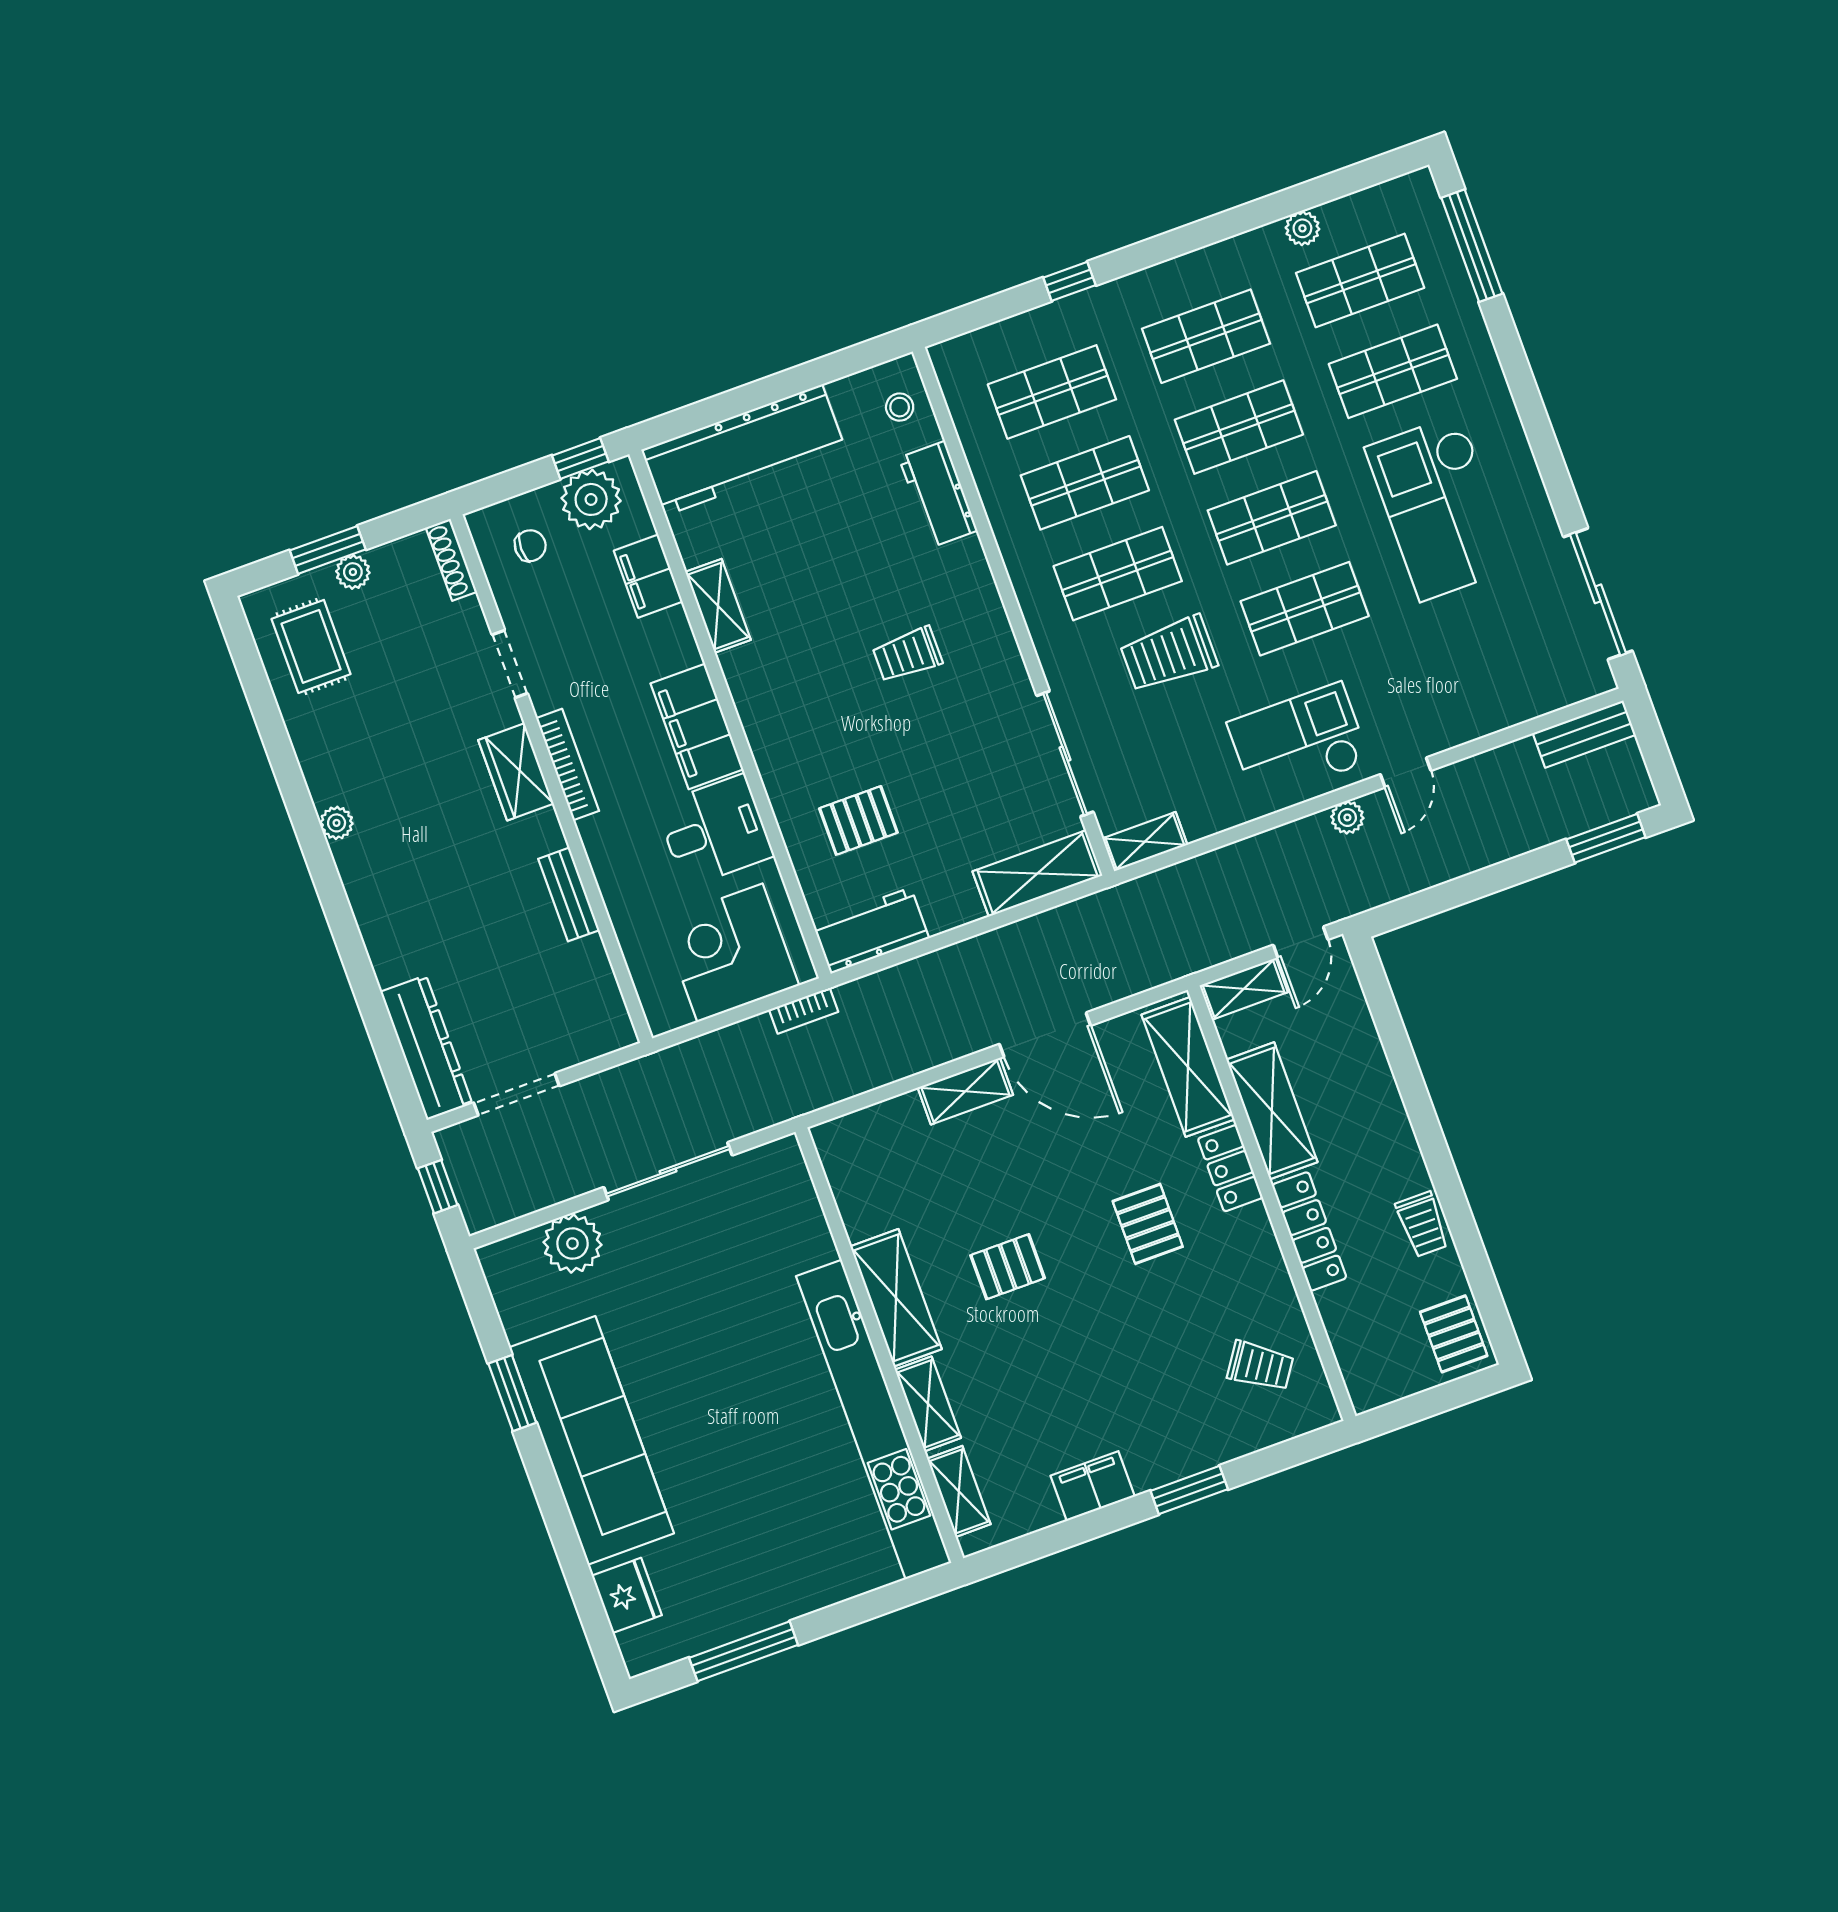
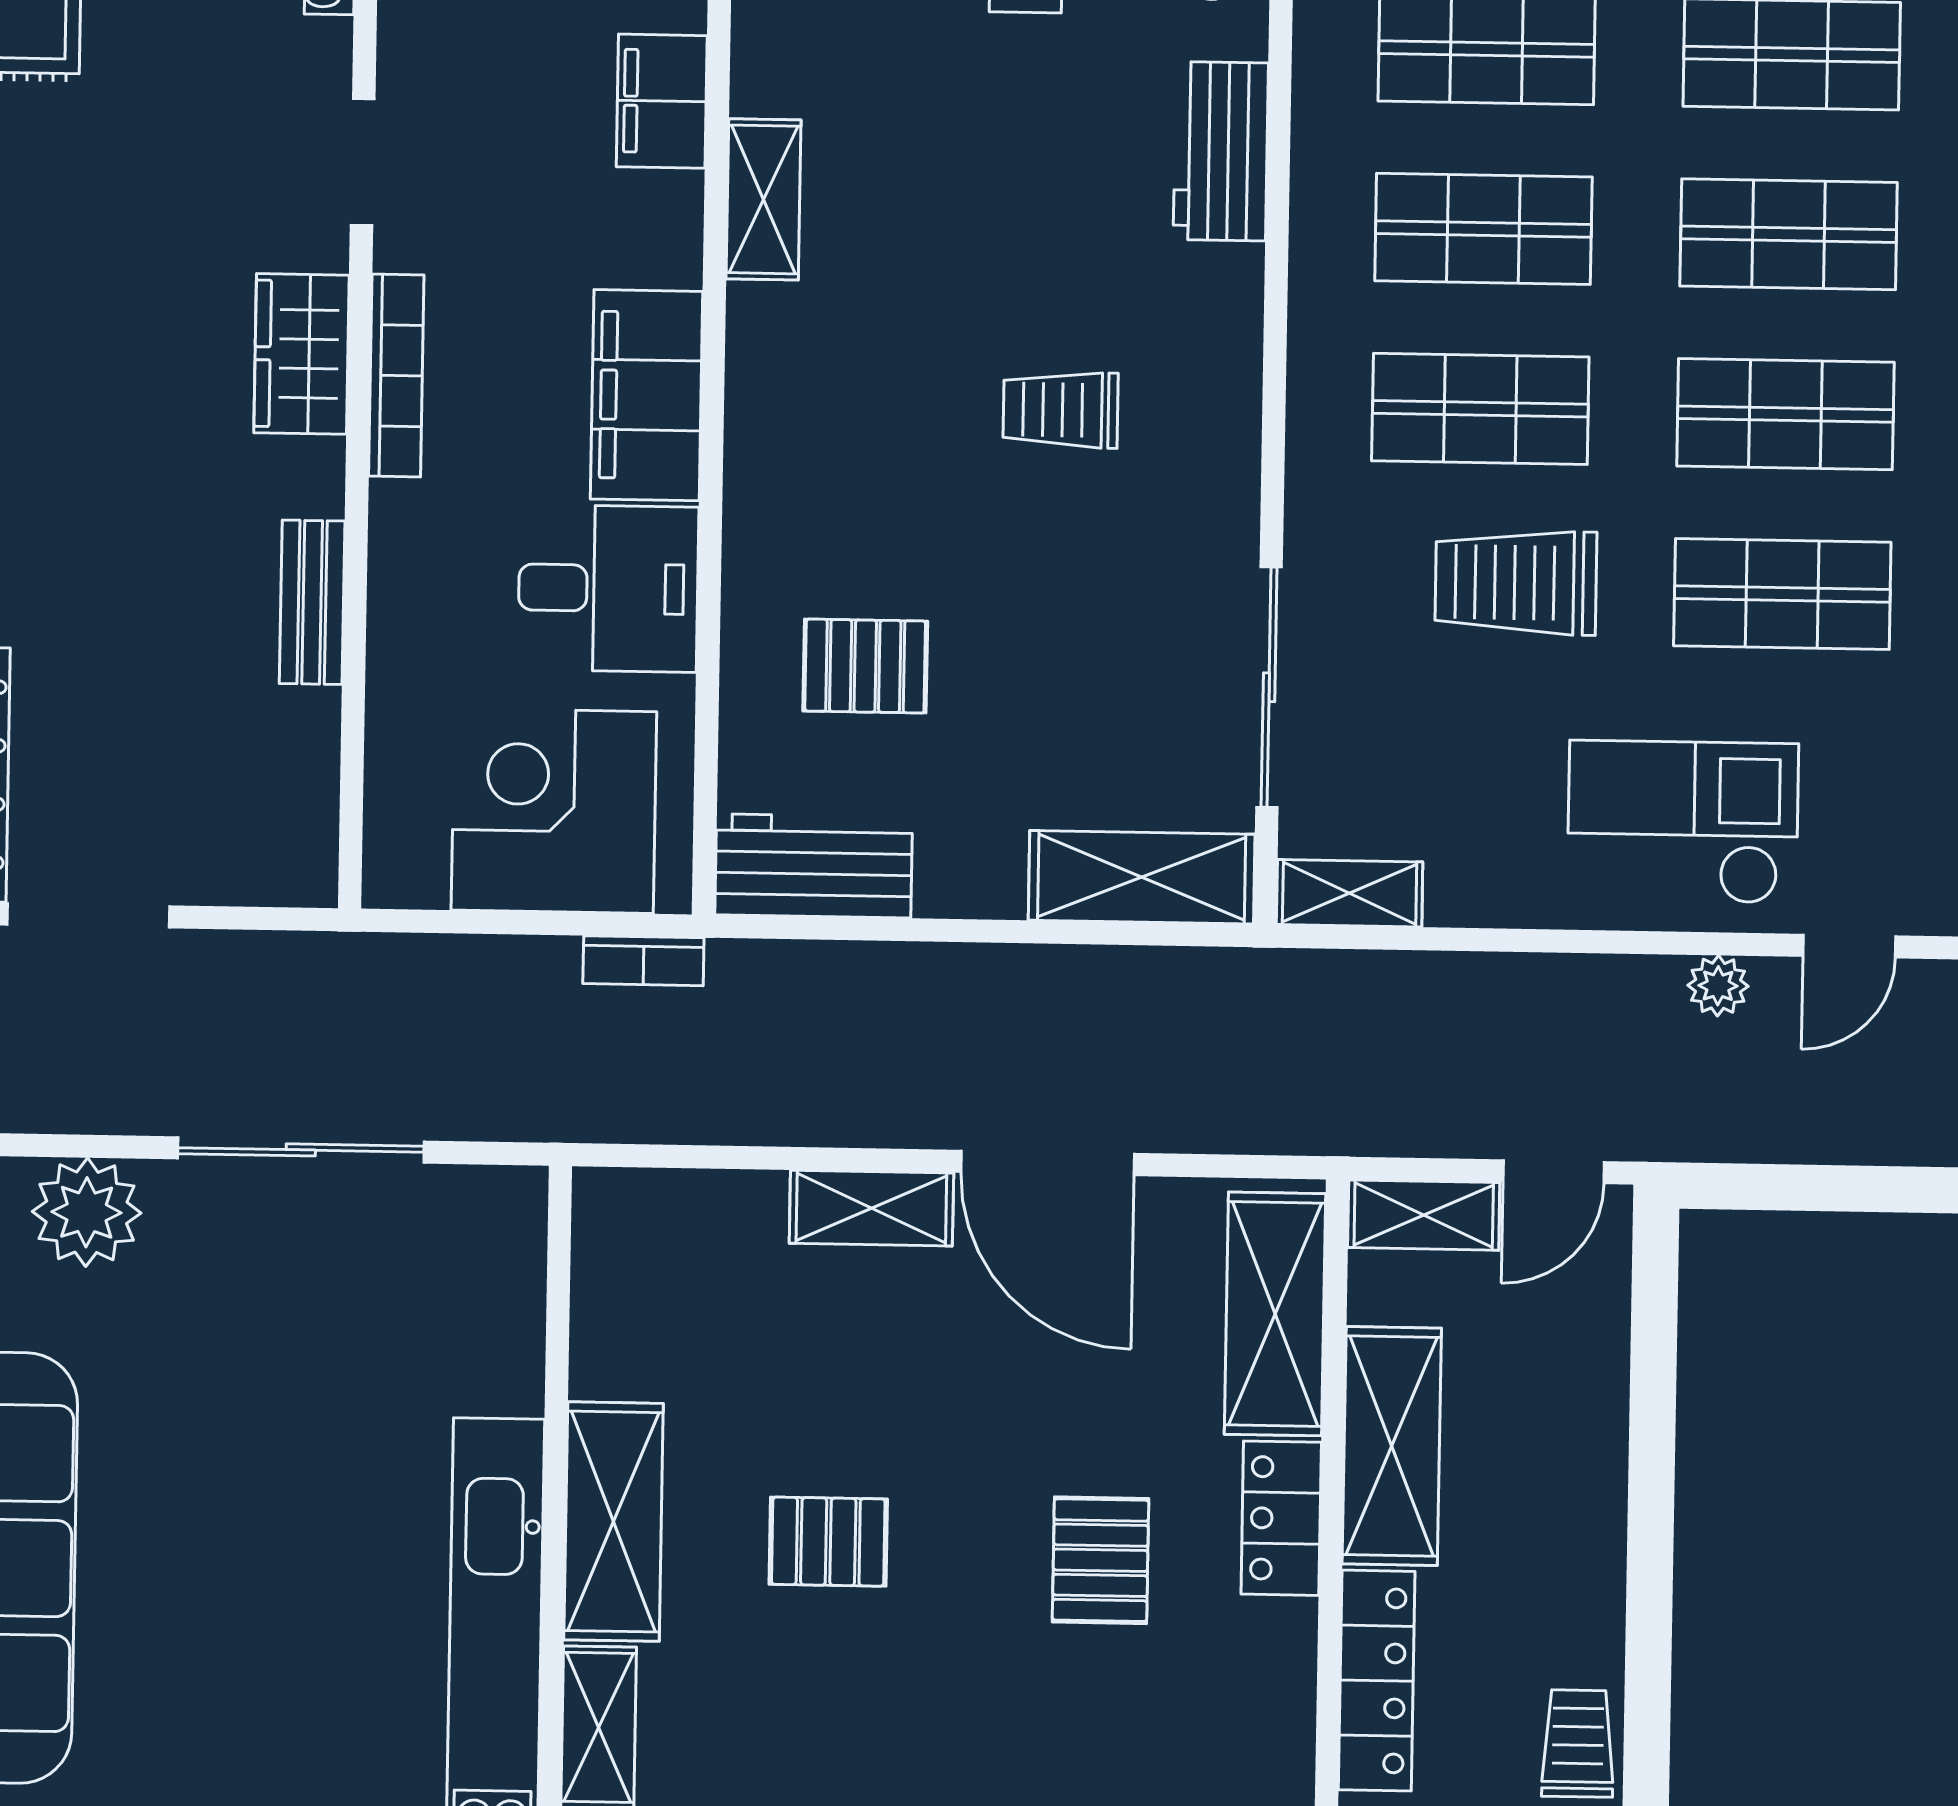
trolley: (1422, 1224) -> (1578, 1743), turned 180

